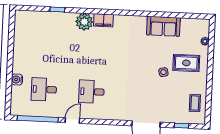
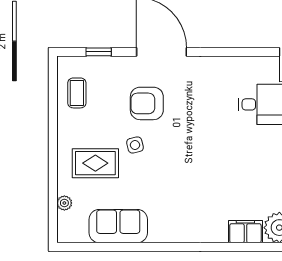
sofa: (163, 26) -> (118, 226), moved
armchair: (156, 95) -> (147, 103), added

